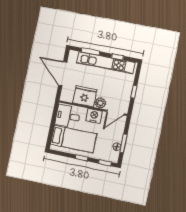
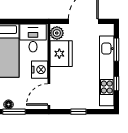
plant: (100, 103) -> (57, 33), moved
door: (115, 113) -> (49, 95), hinge flipped

